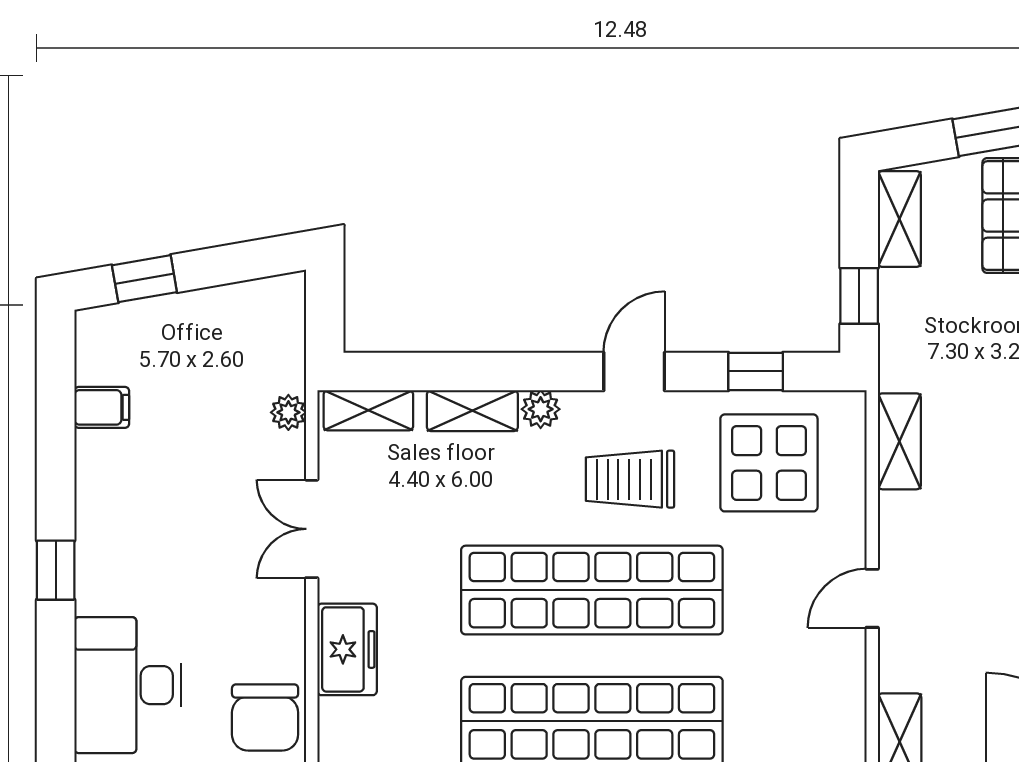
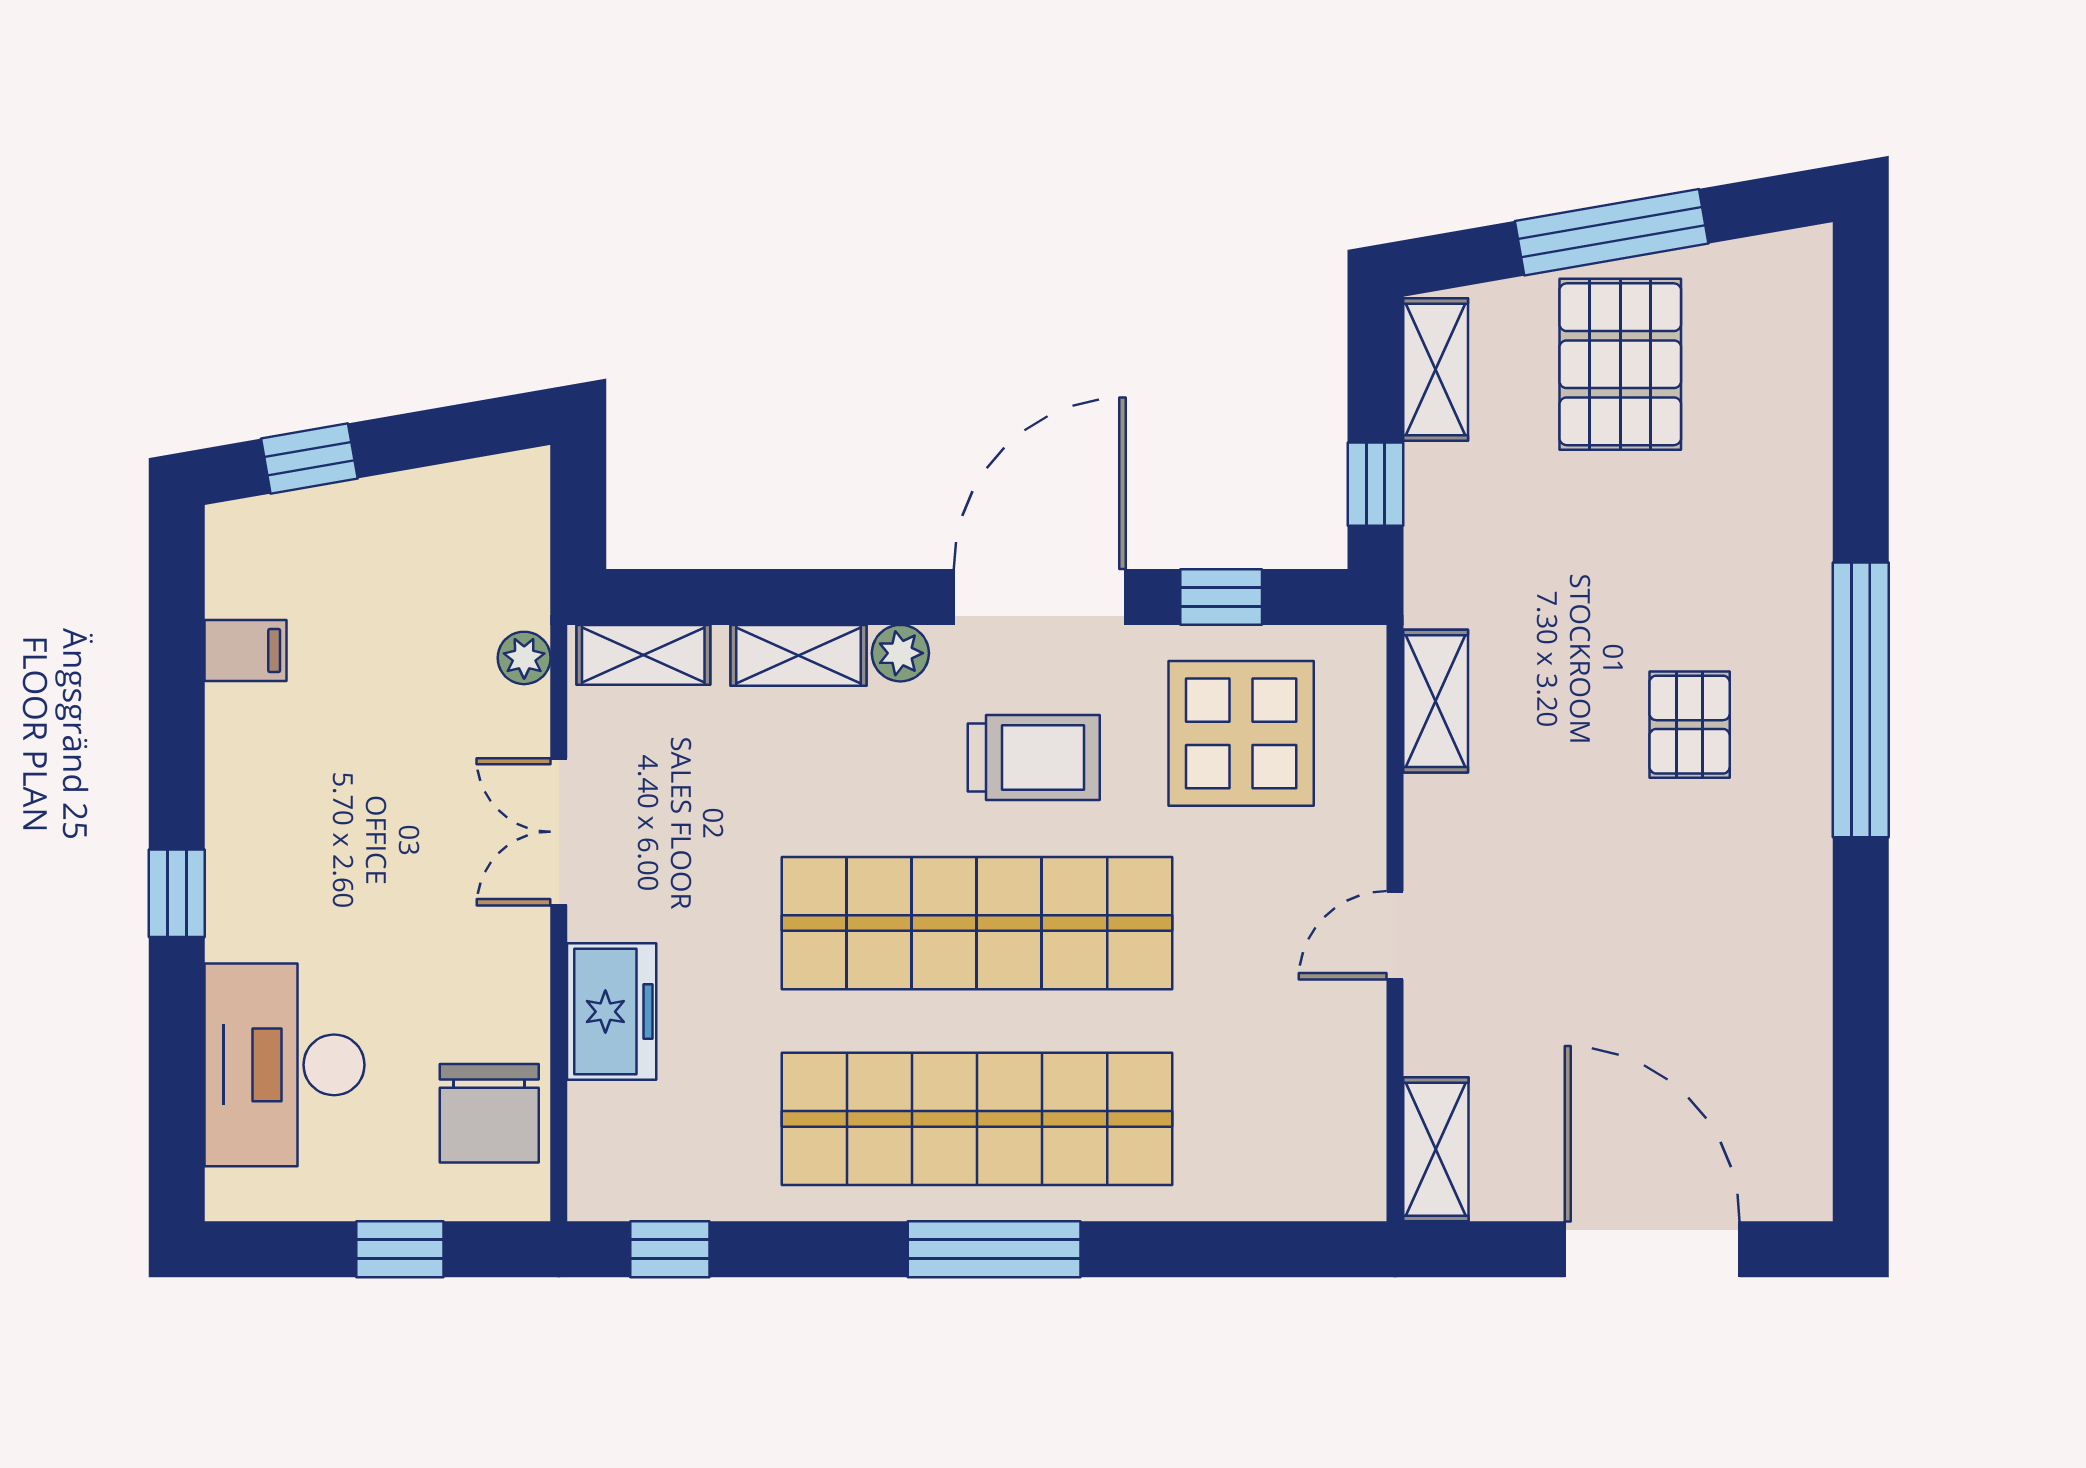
door: (634, 371) -> (1040, 597), width x1.88
trolley: (630, 479) -> (1034, 758), turned 180

